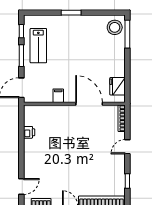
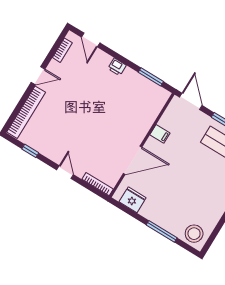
window: (127, 34) -> (162, 231), moved
window: (21, 127) -> (151, 77), added
printer: (29, 132) -> (117, 67), moved

